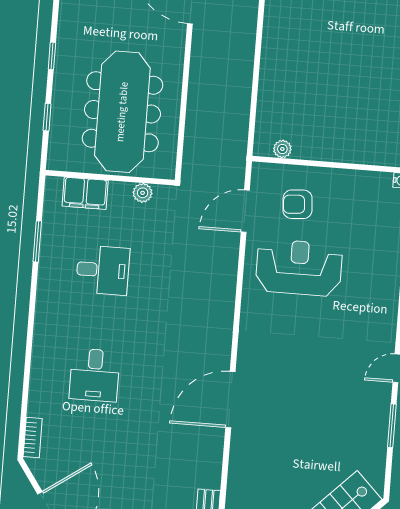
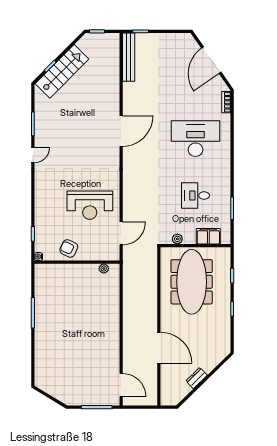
armchair: (298, 204) -> (69, 248), moved, turned -151
desk: (95, 375) -> (196, 139), width x1.87, depth x1.30

